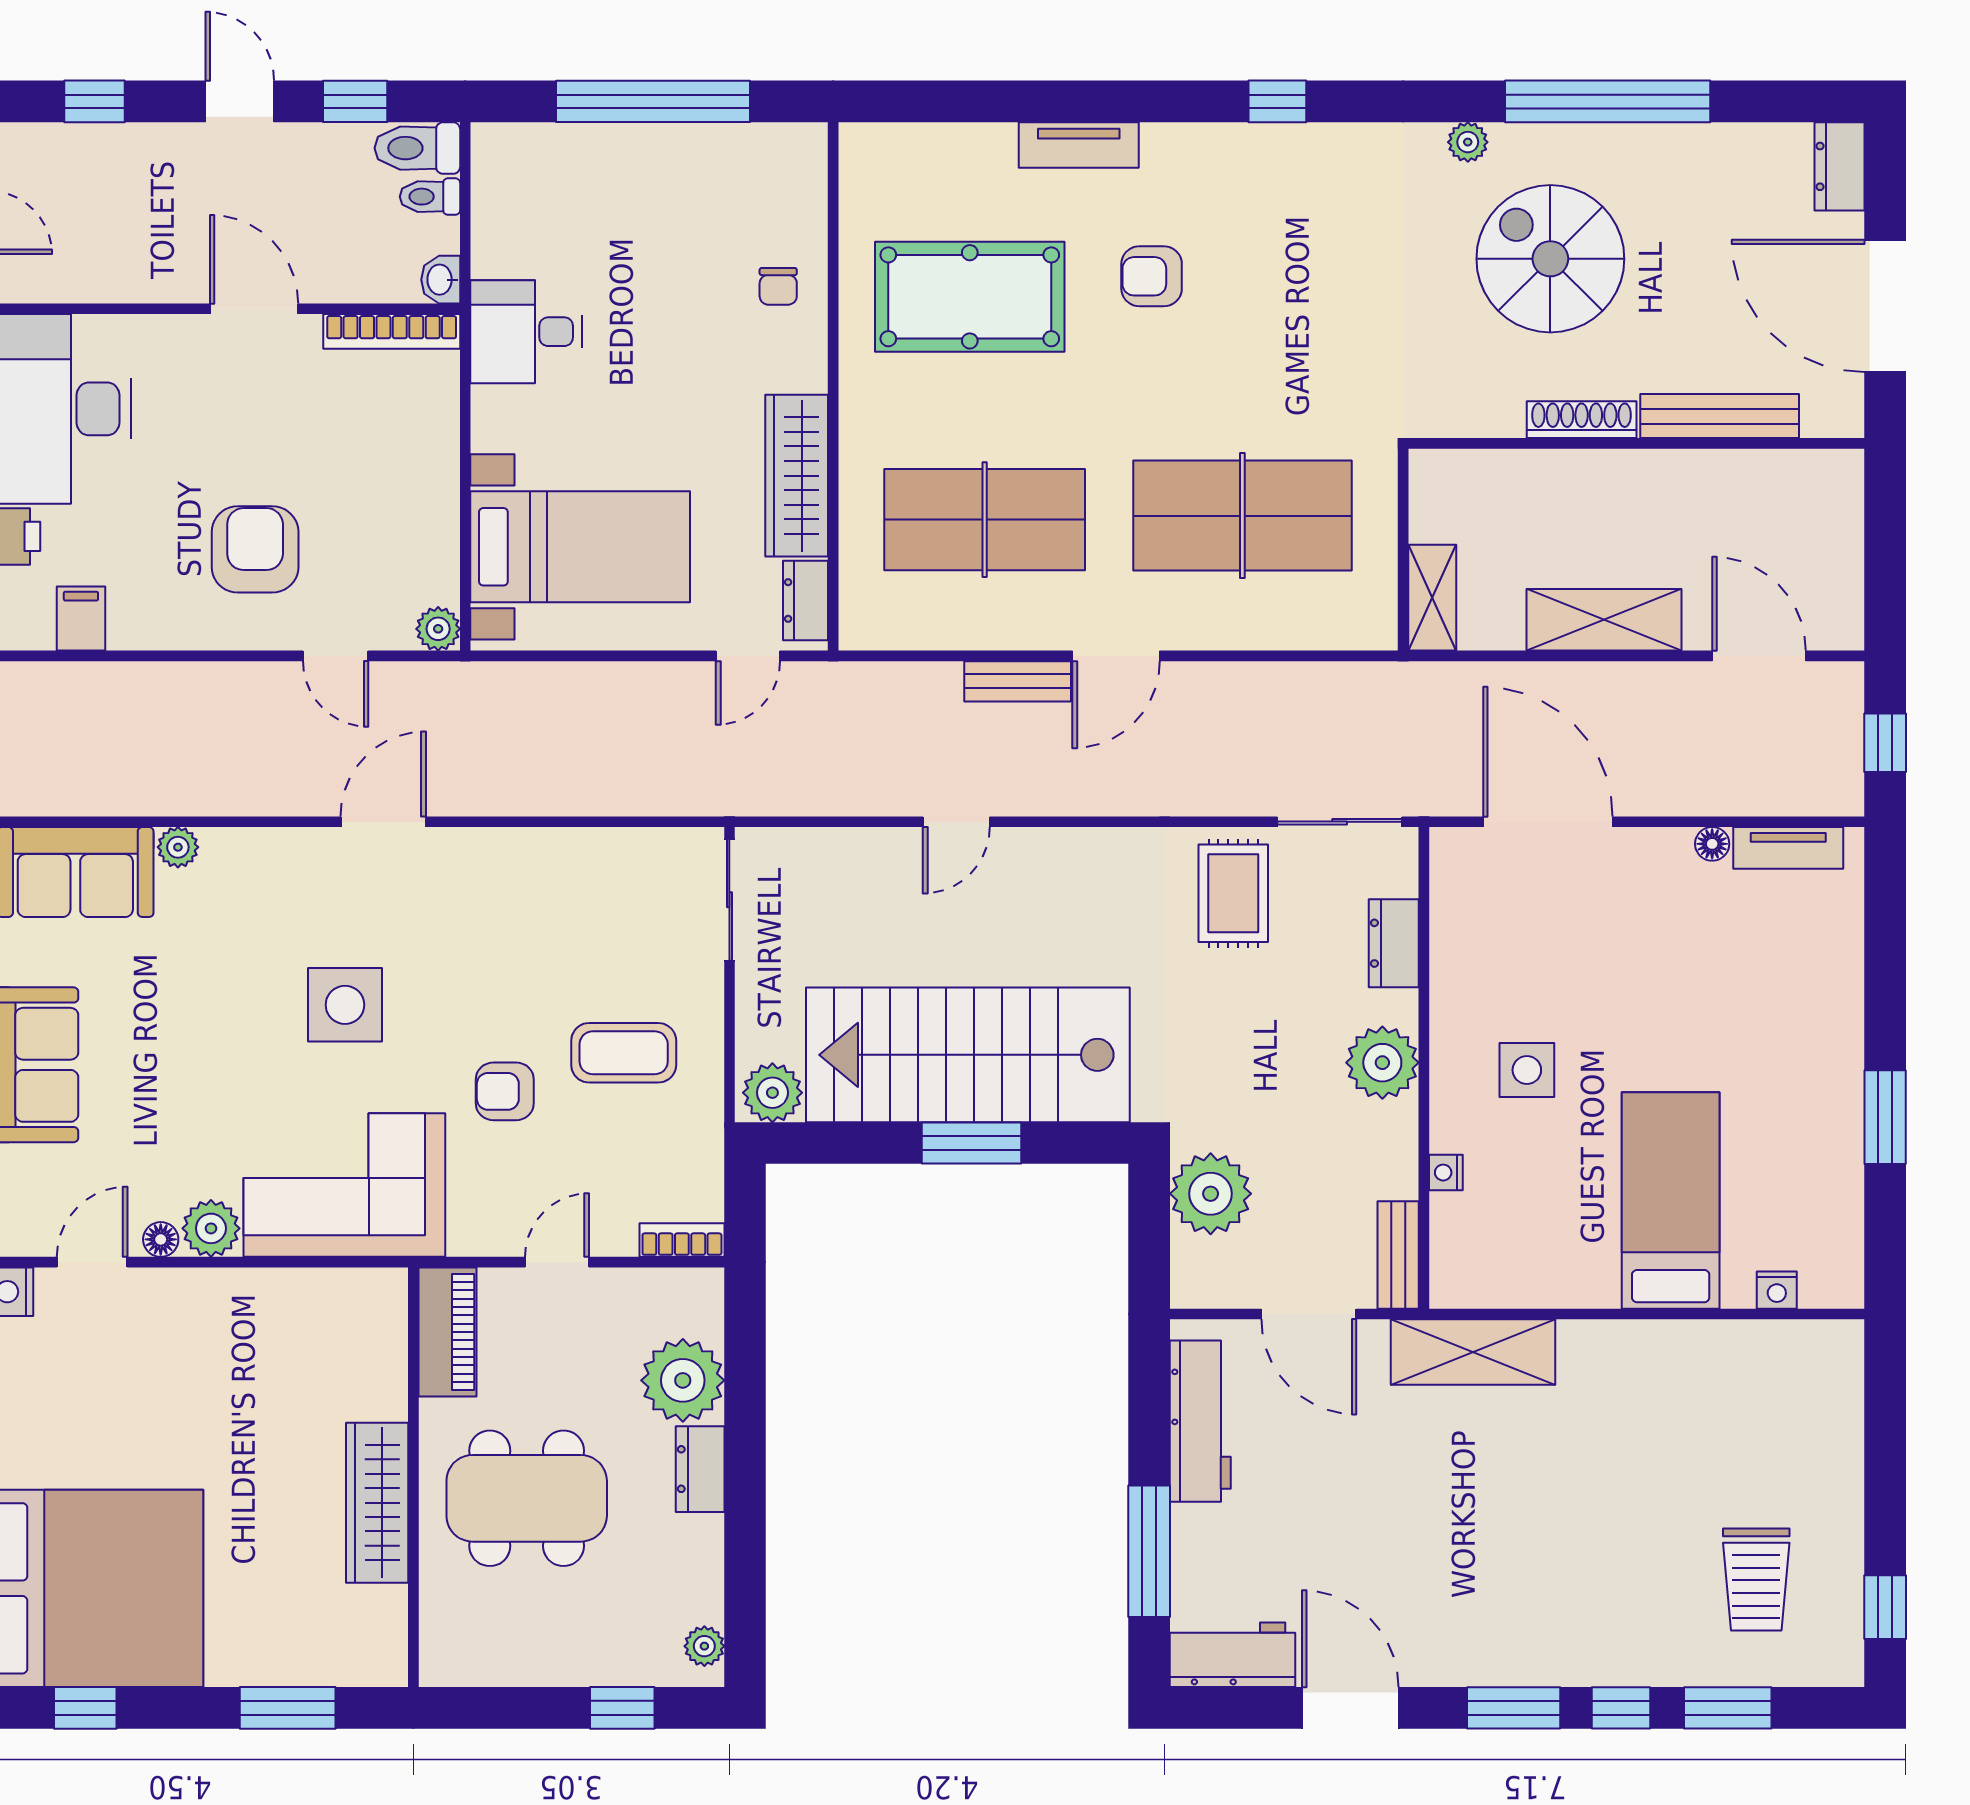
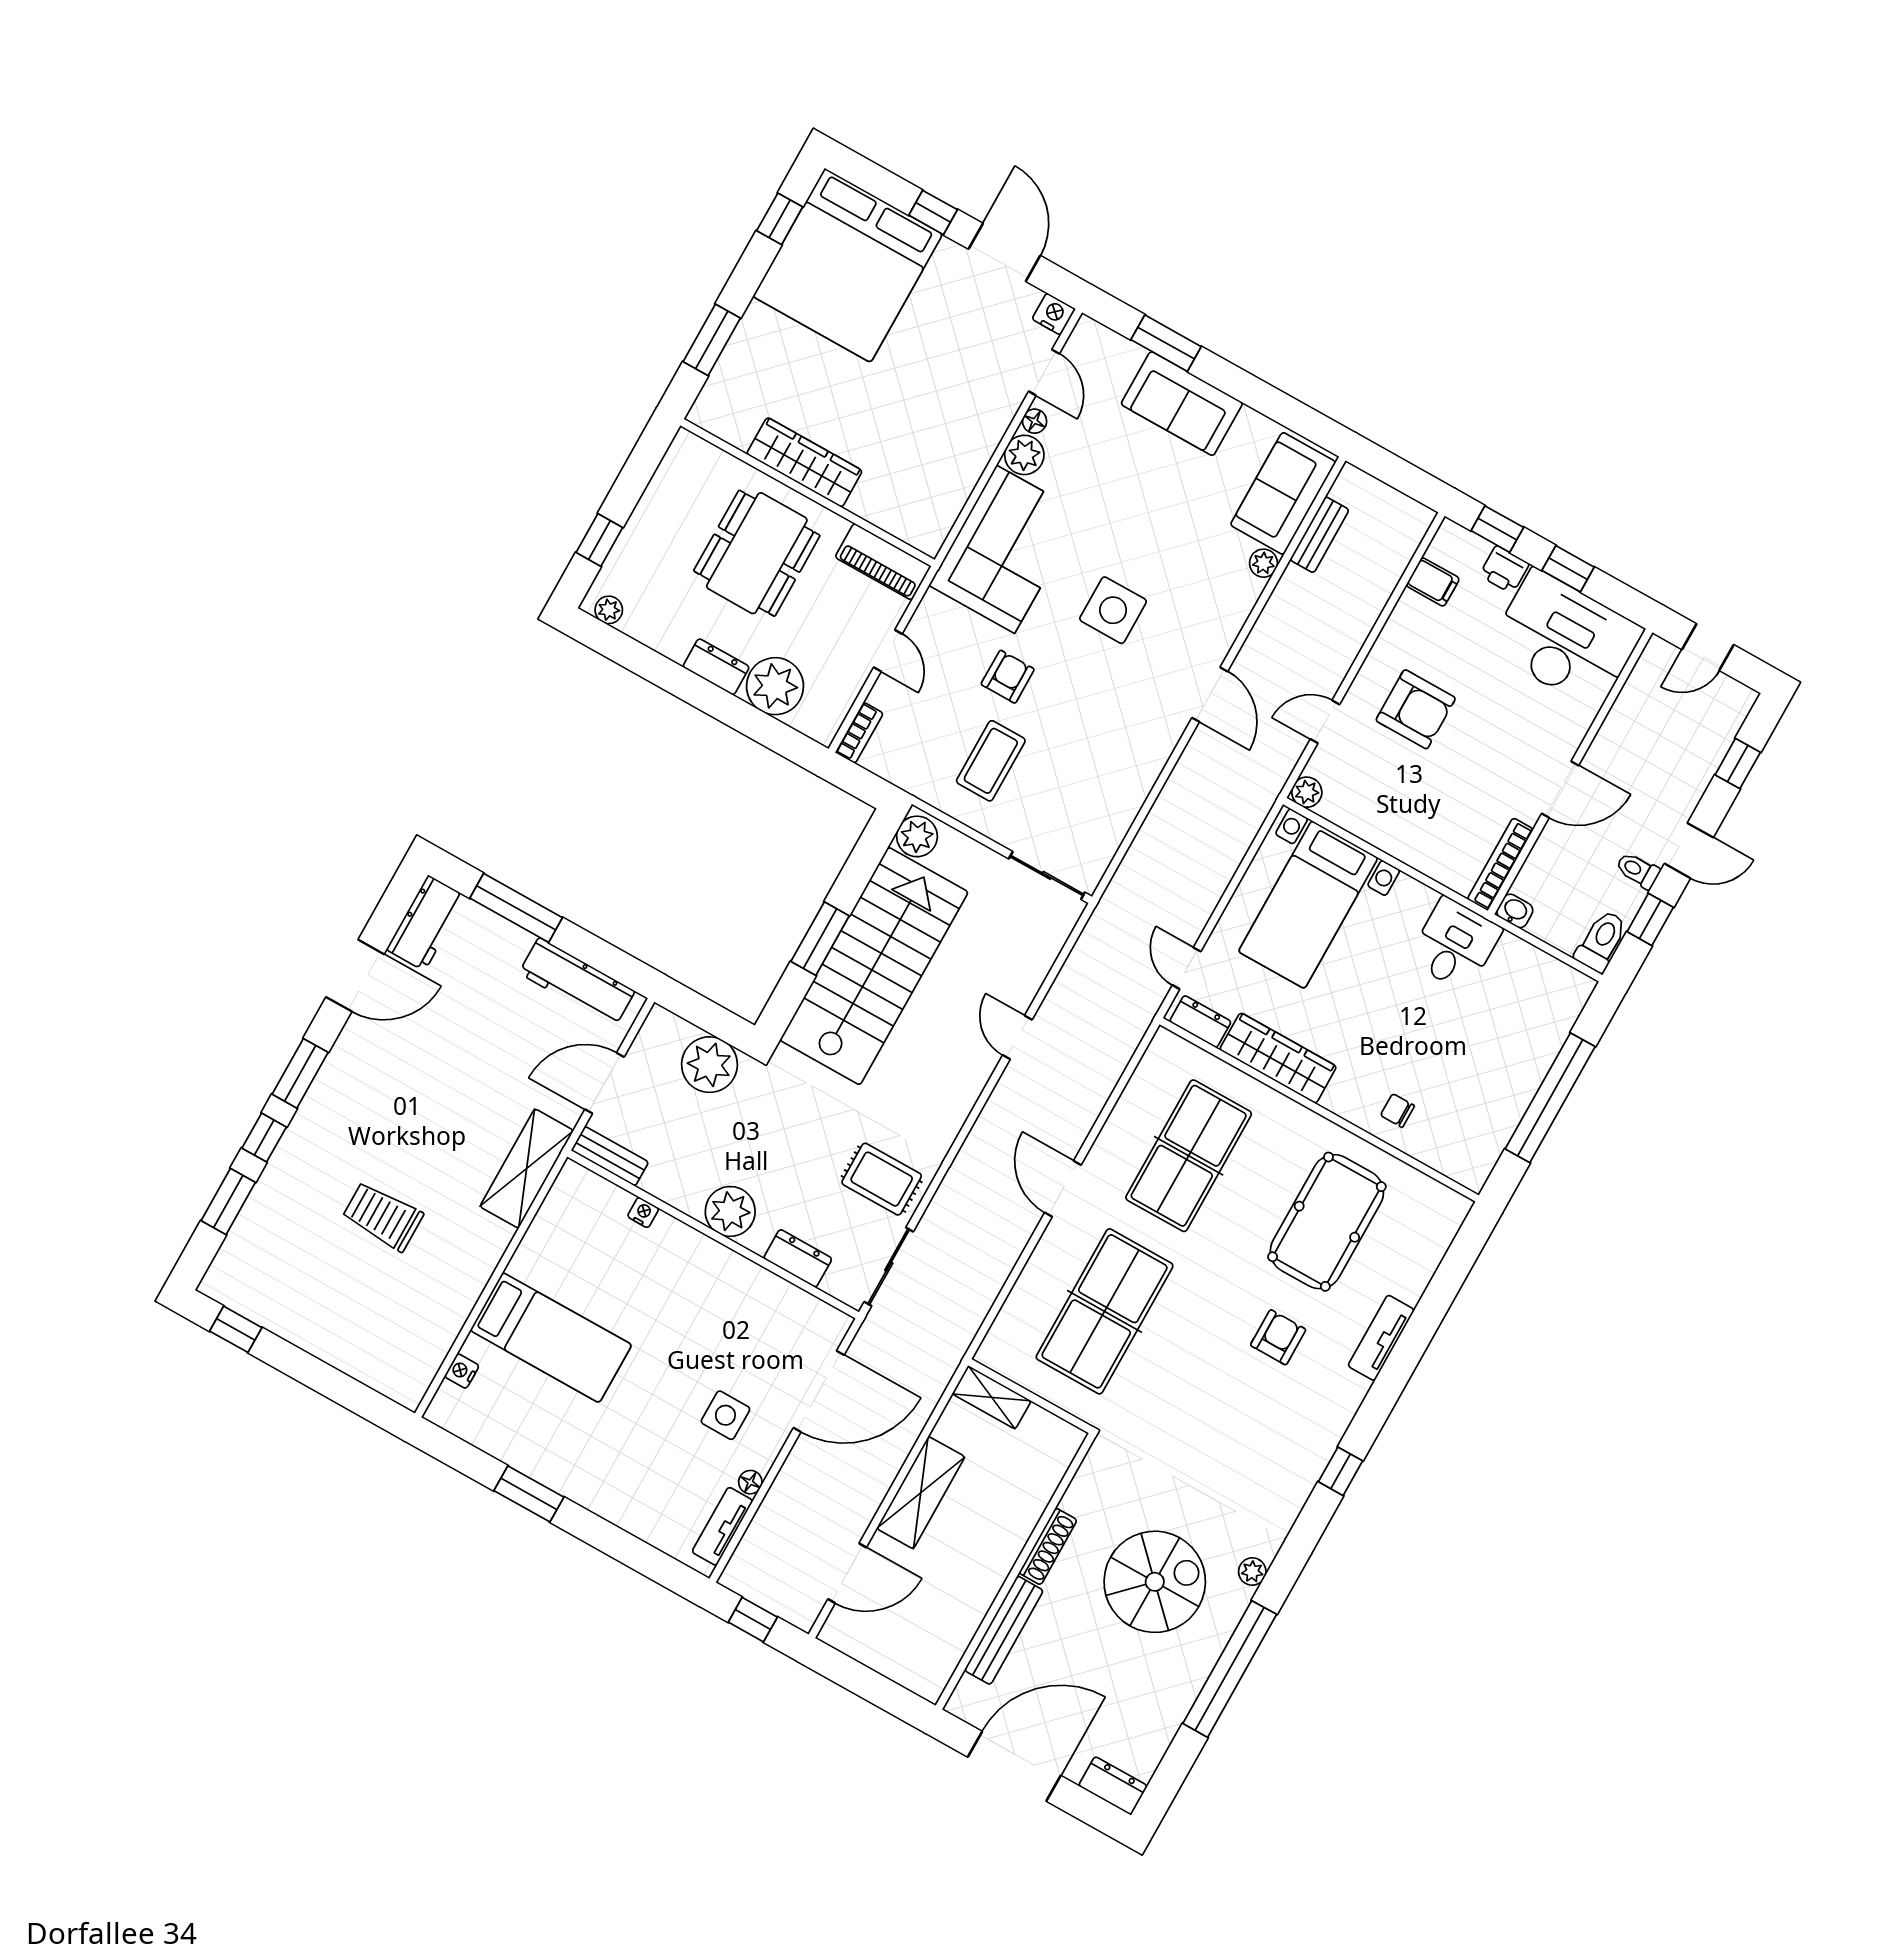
toilet: (430, 197) -> (1638, 870), moved, turned -90
bench: (1018, 681) -> (1320, 535), moved
side table: (1527, 1070) -> (725, 1415), moved
trolley: (1756, 1580) -> (383, 1216), moved

